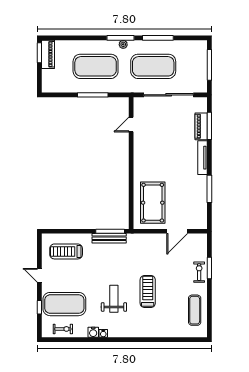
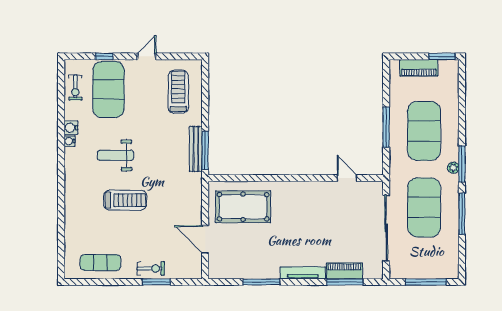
piano: (48, 54) -> (419, 68), moved
weight bench: (114, 299) -> (116, 155), turned 180

